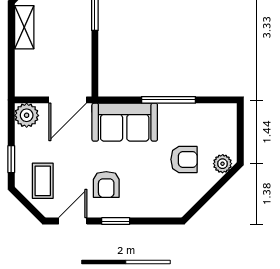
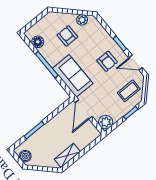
door: (68, 100) -> (84, 109), swing flipped
floor lamp: (209, 113) -> (38, 42), added
plant: (223, 164) -> (82, 20), moved
armchair: (106, 184) -> (107, 61), turned 90

